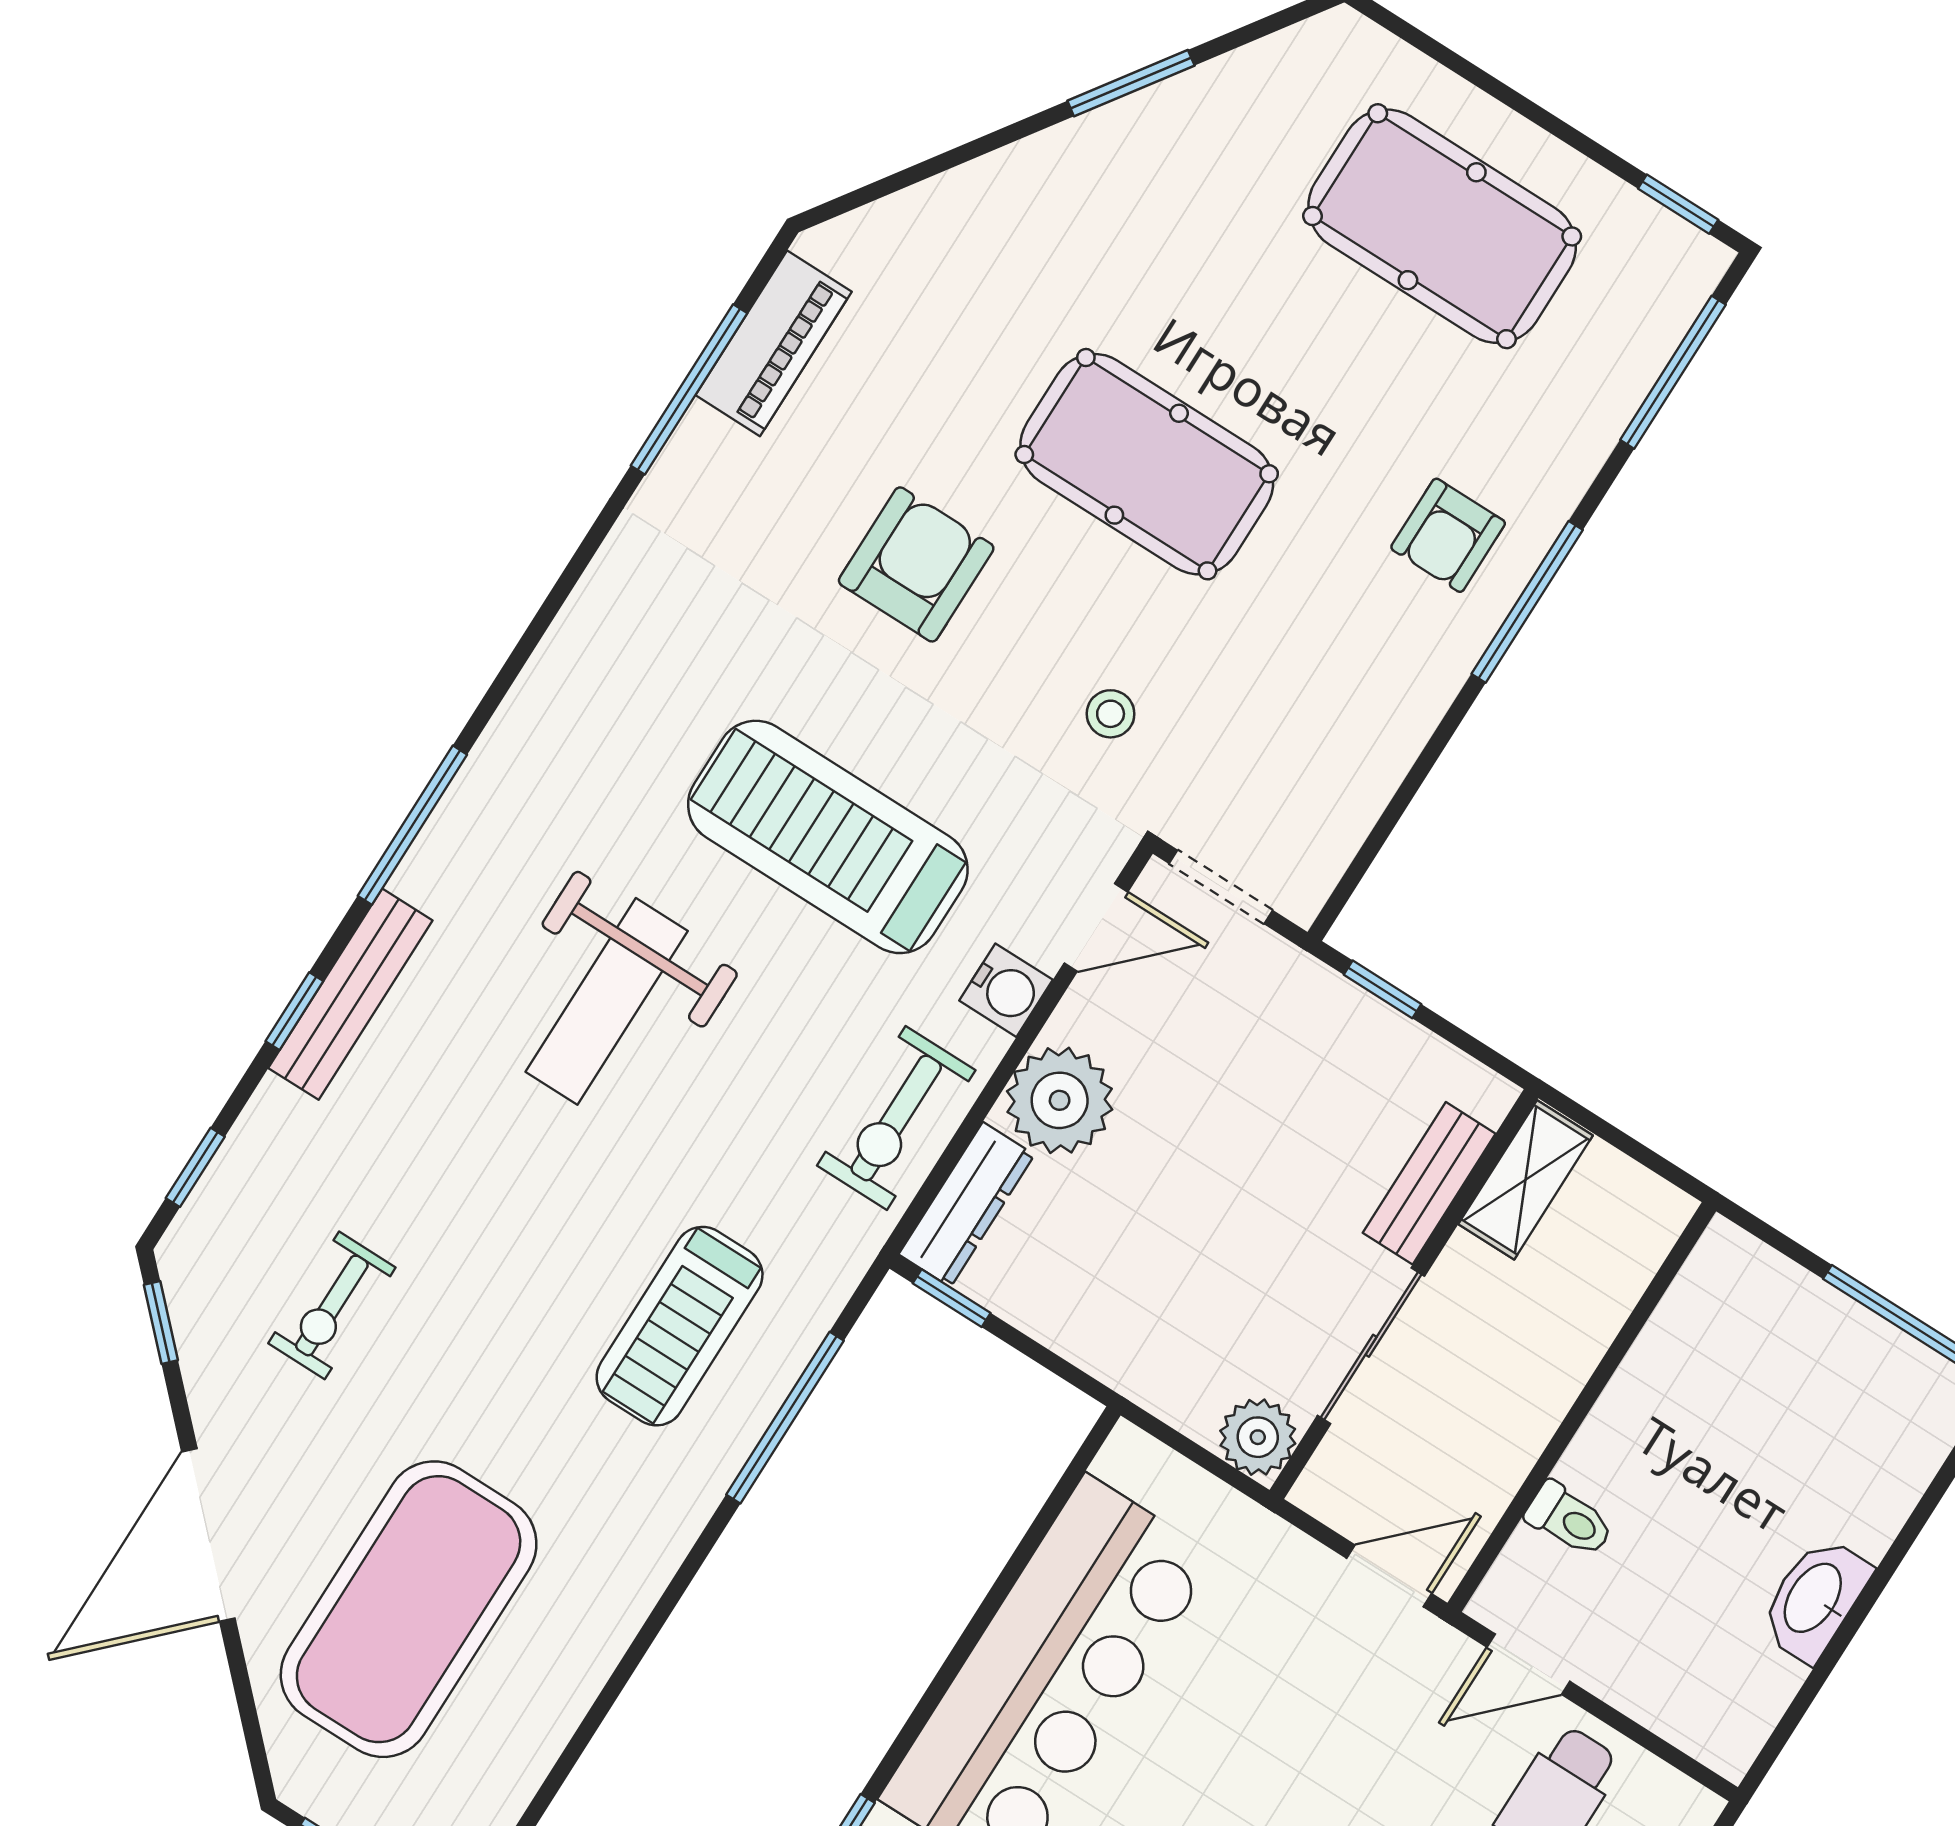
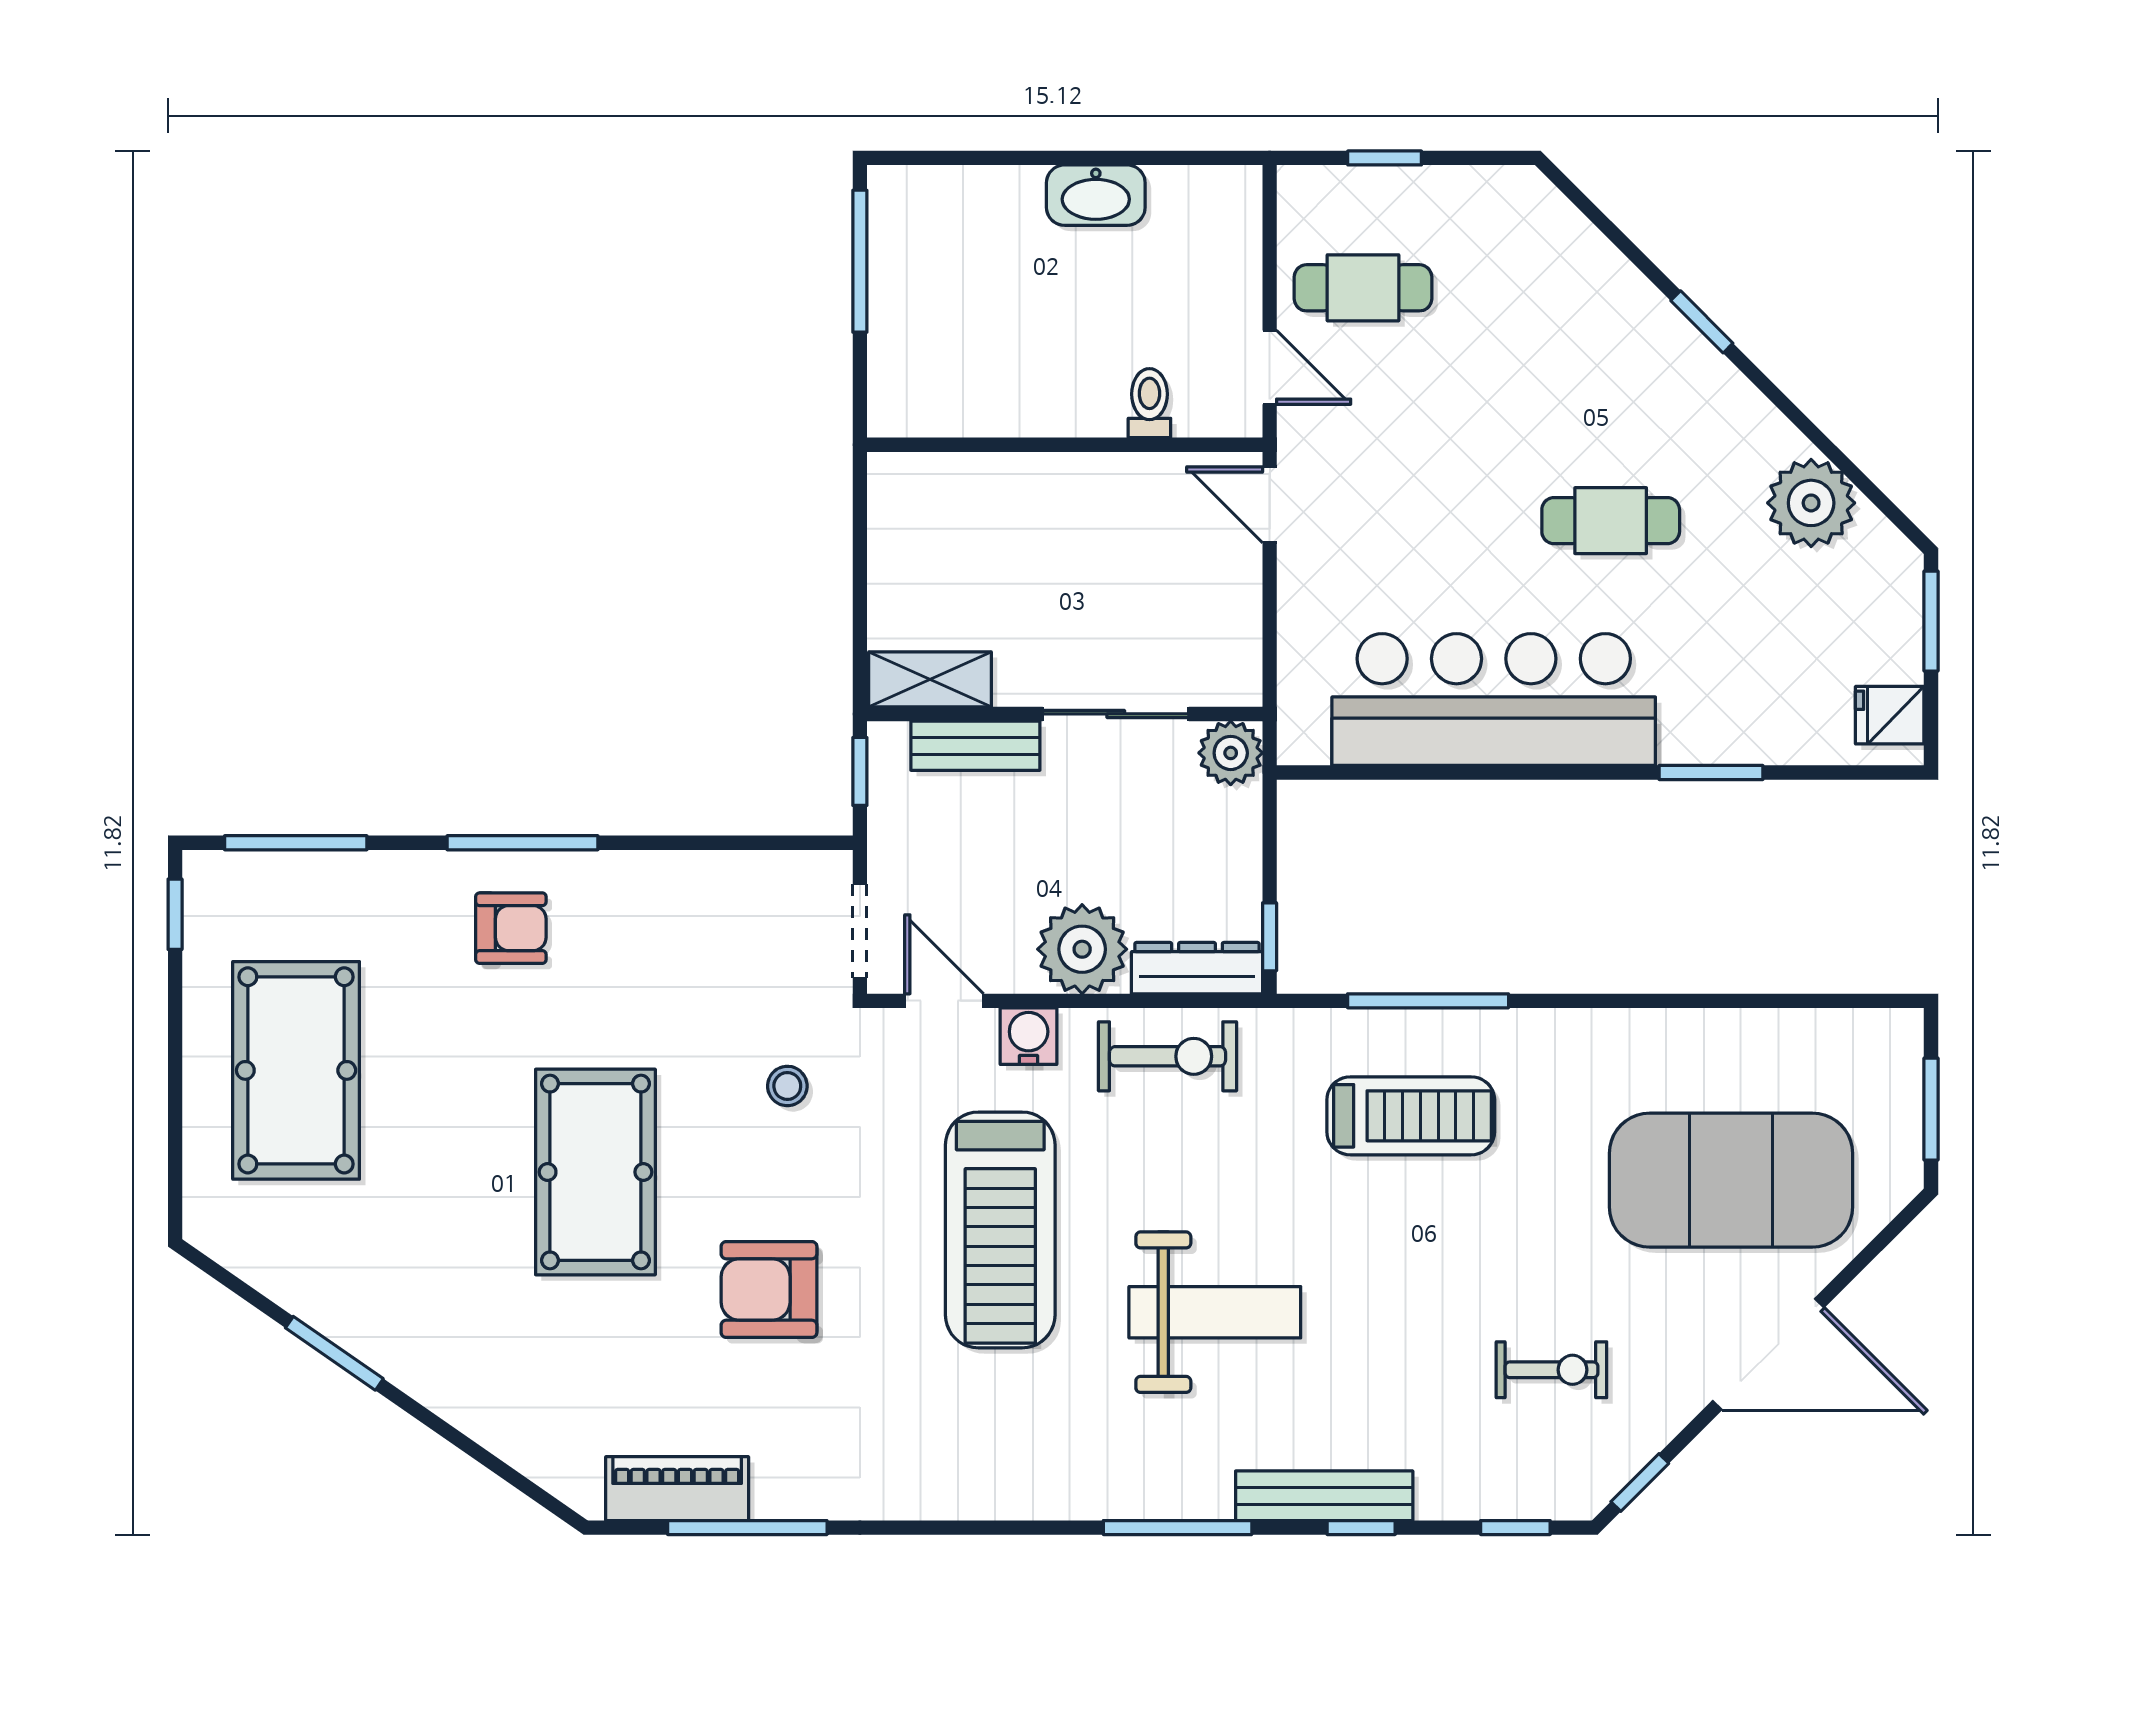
shelving: (1526, 1180) -> (930, 679), moved
bench: (1429, 1183) -> (975, 746), moved
wall: (1404, 1294) -> (1065, 714), moved
sliding door: (1371, 1346) -> (1116, 714), moved
plant: (1258, 1437) -> (1231, 753), moved

